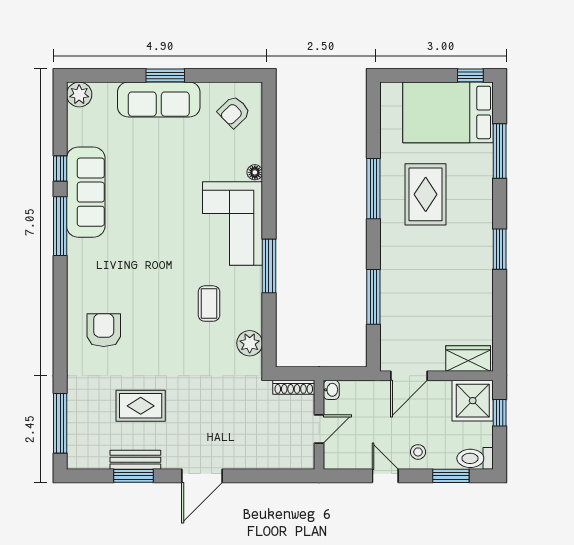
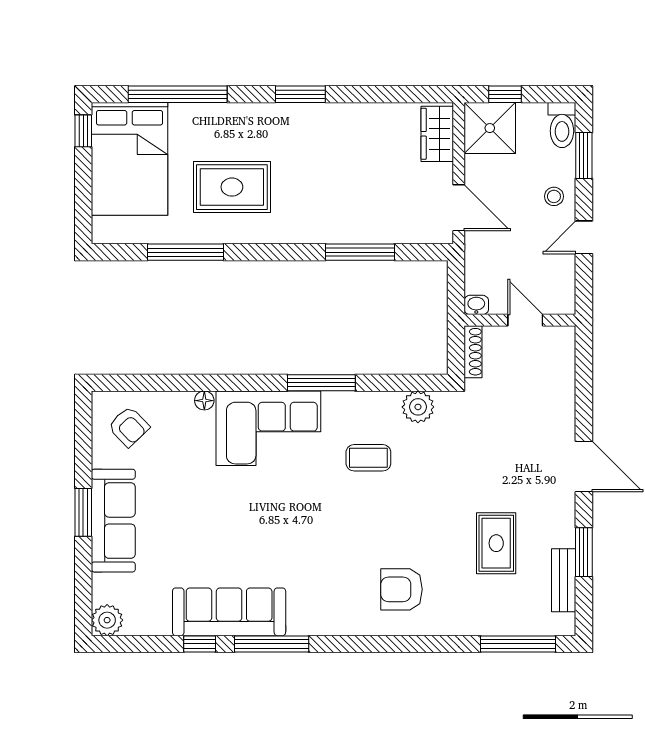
window: (500, 151) -> (178, 94), width x1.46
window: (373, 189) -> (186, 252), moved
bench: (135, 460) -> (564, 580), moved

